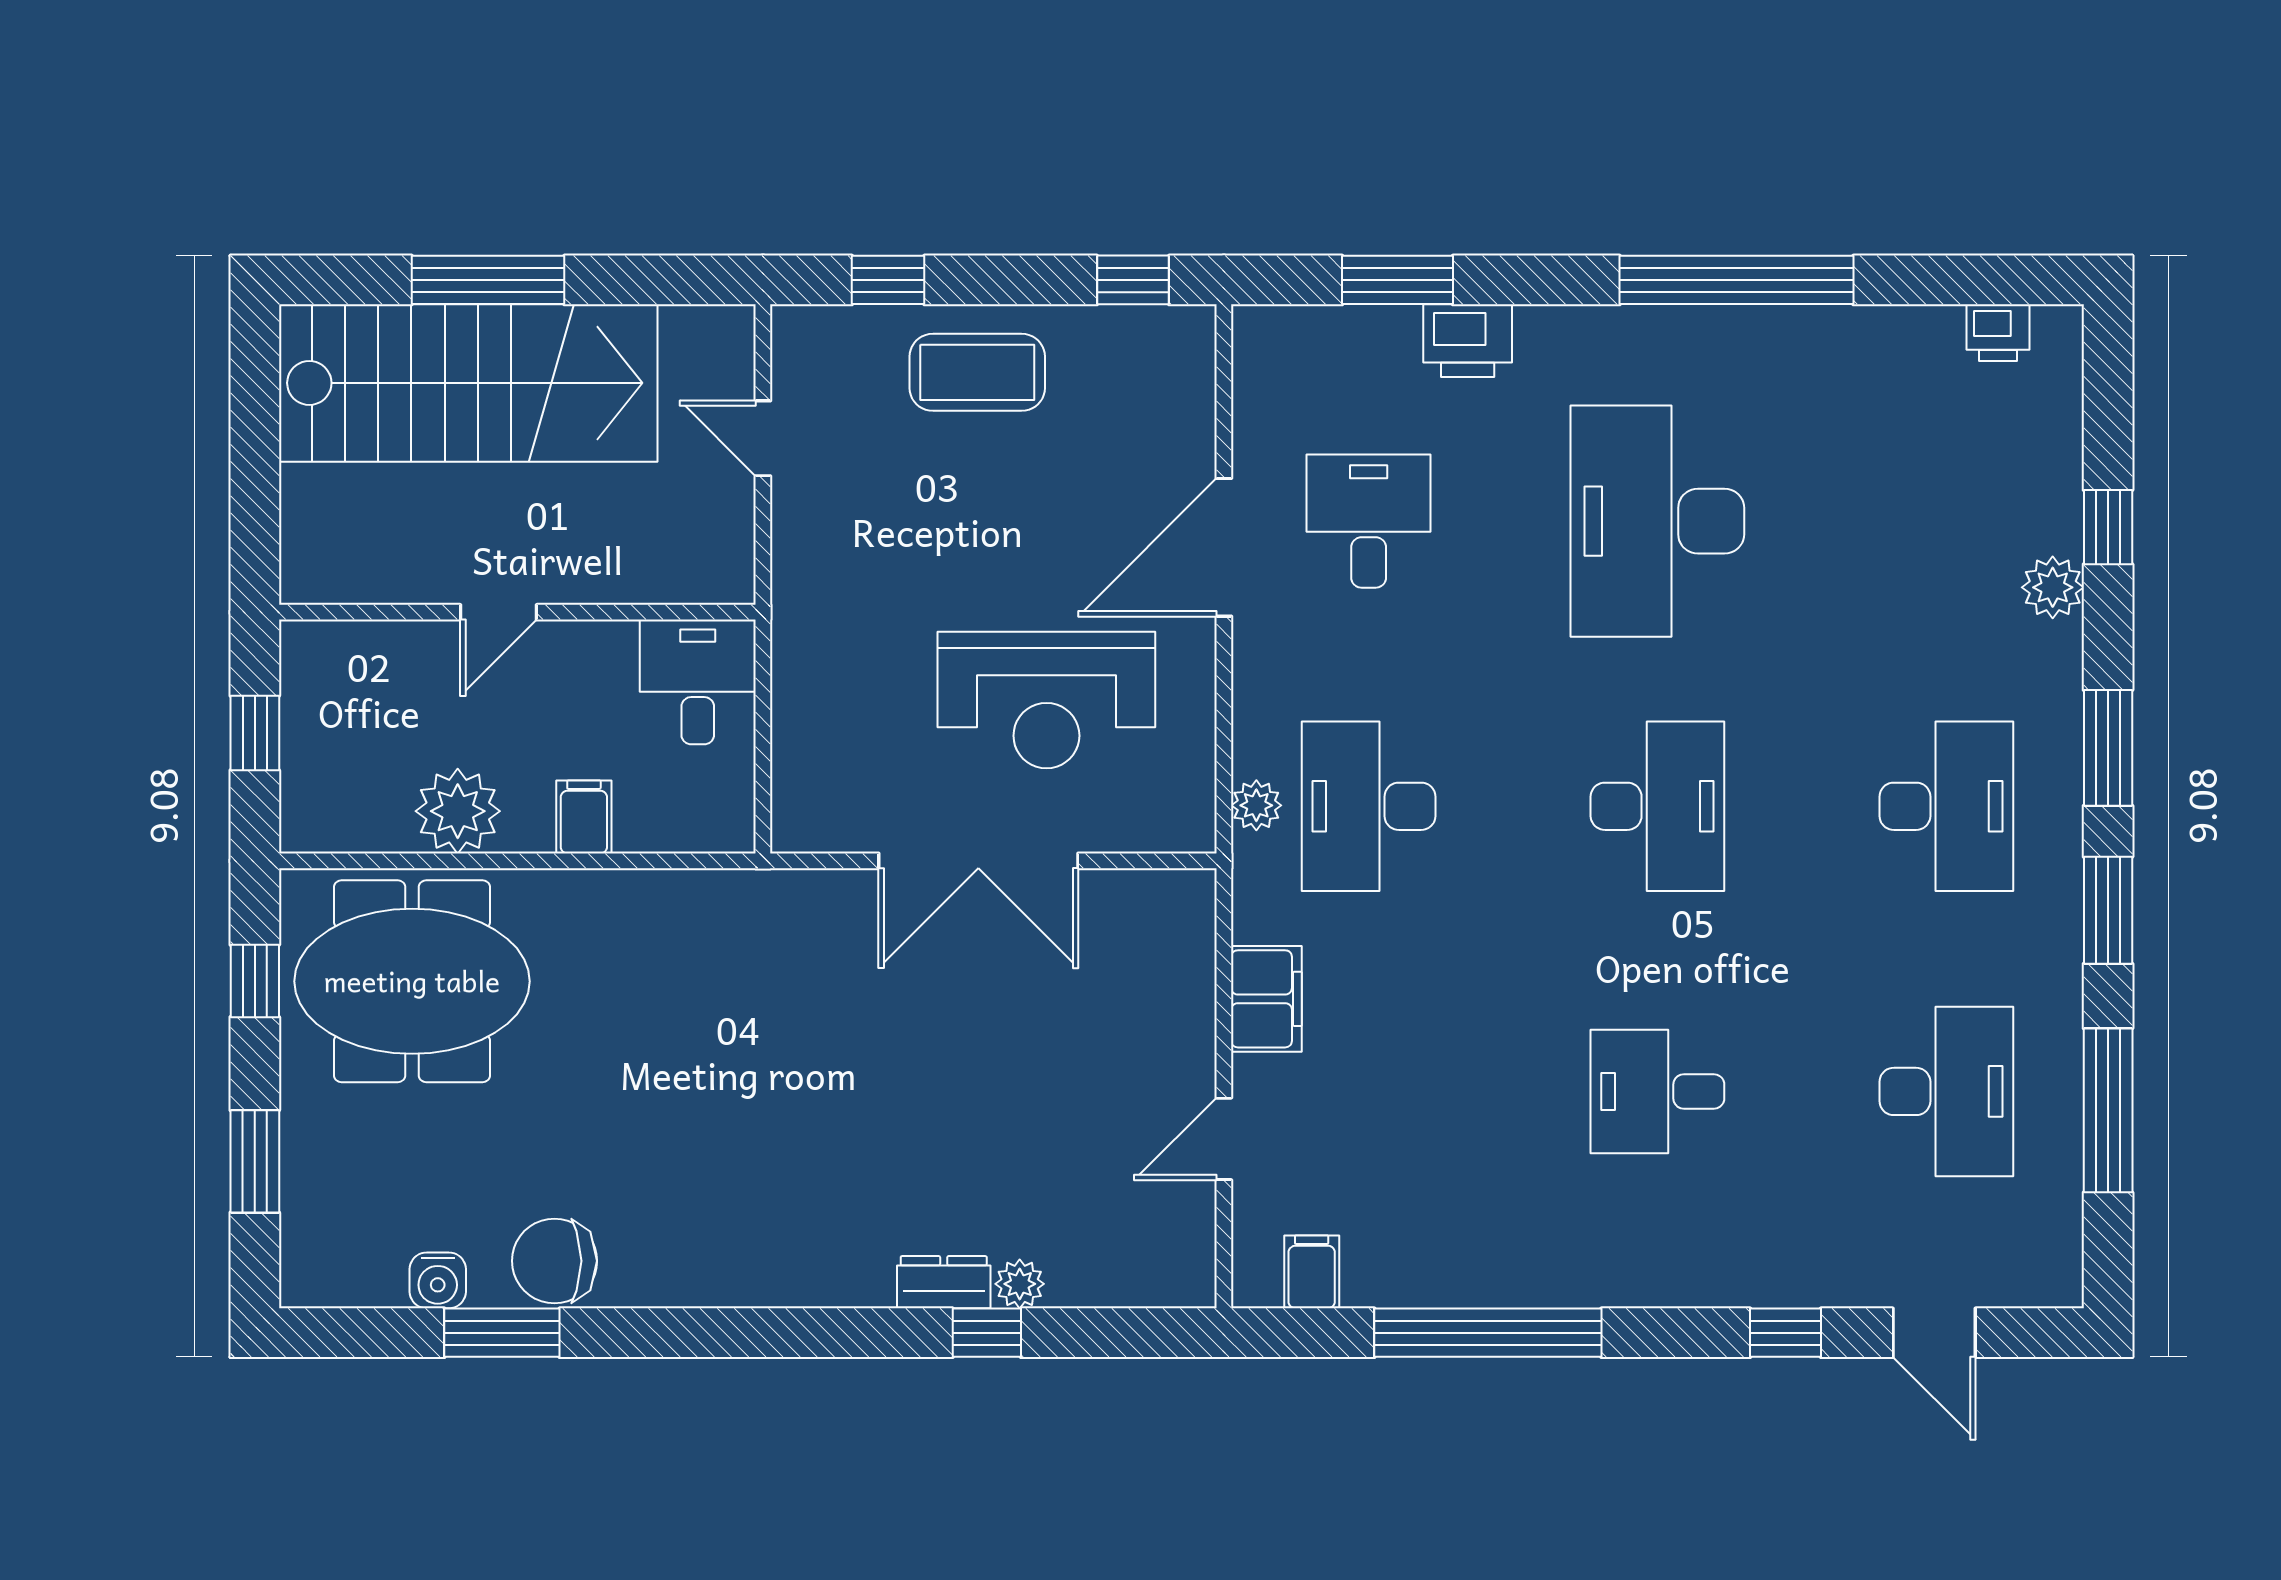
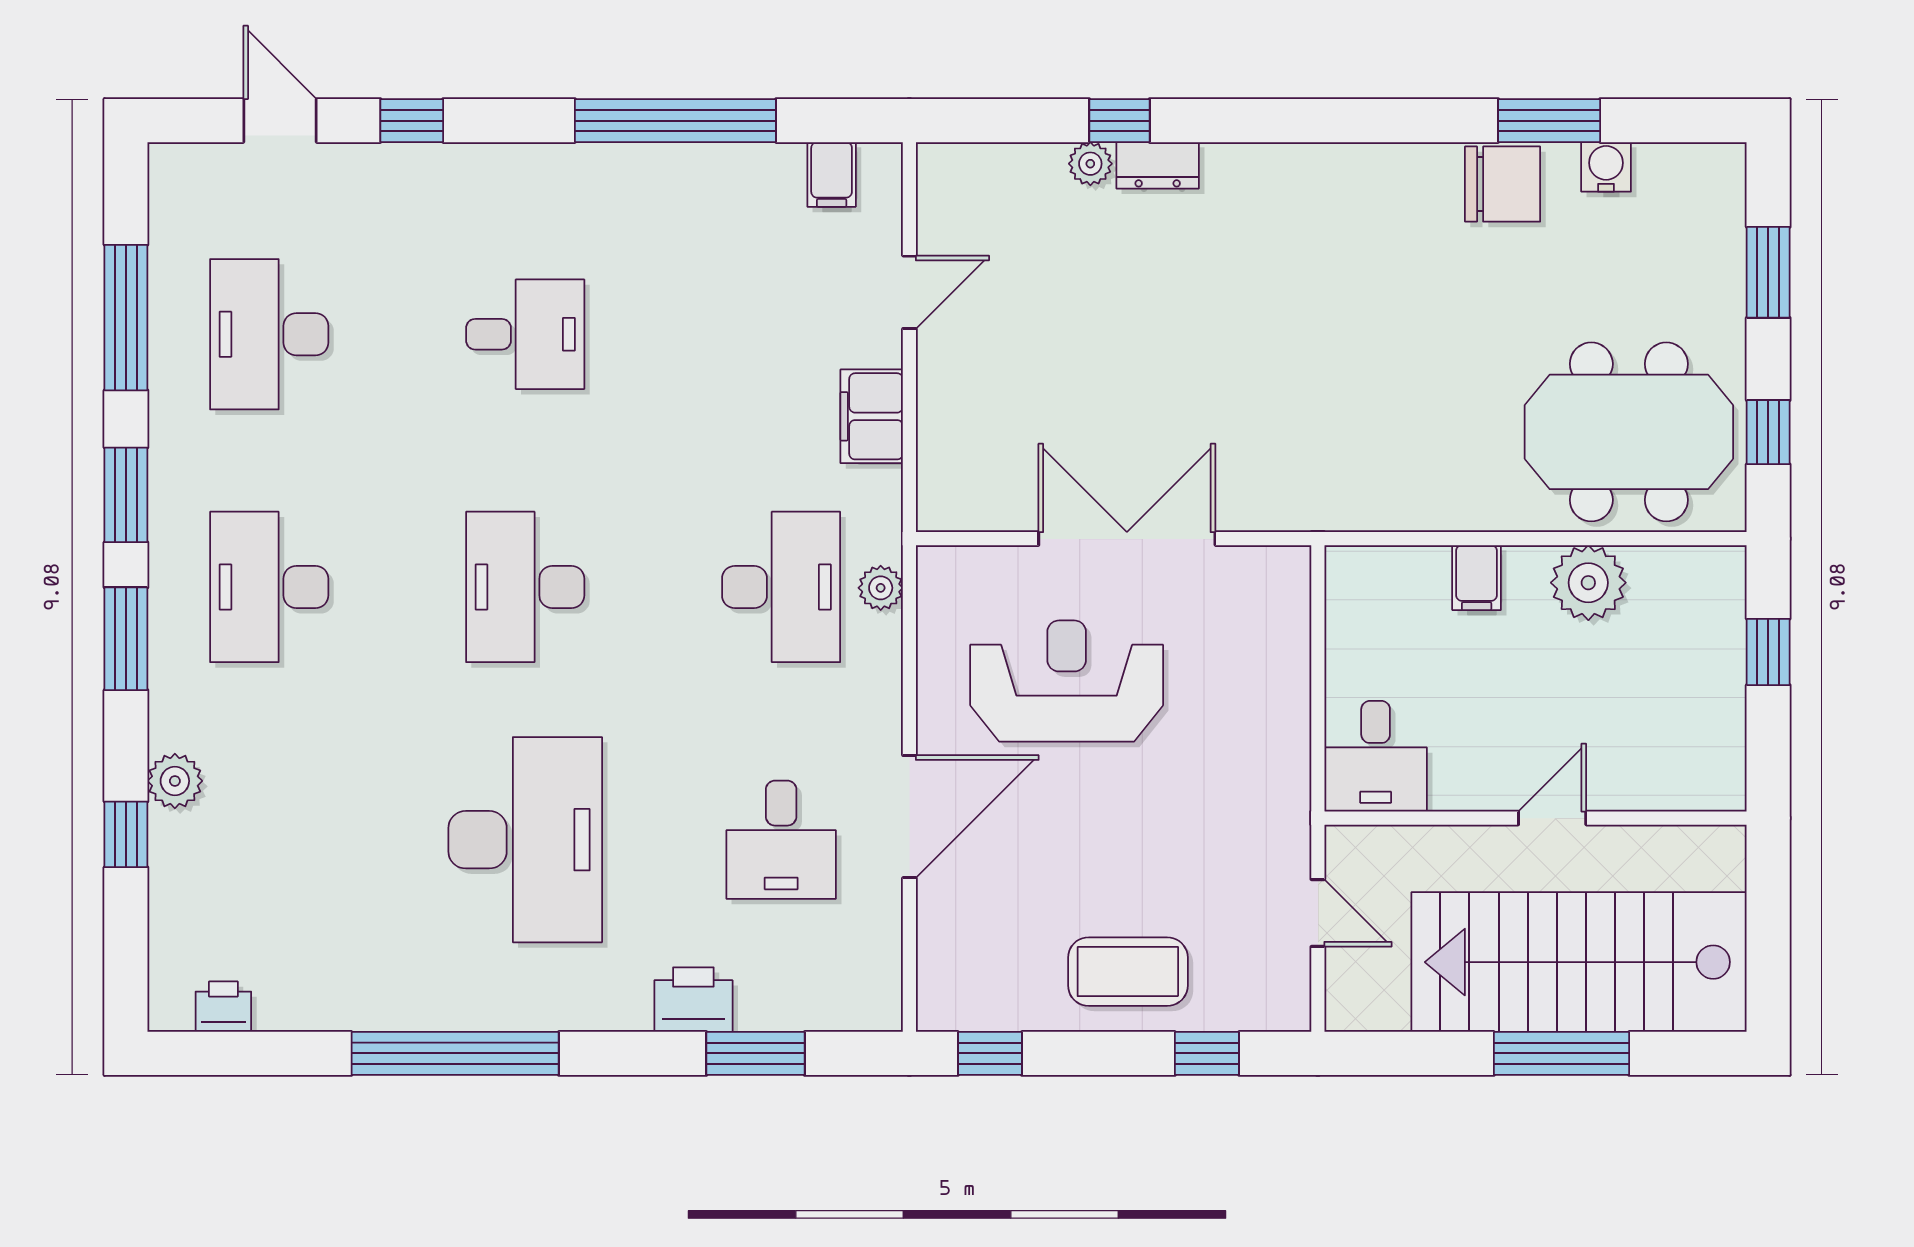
door: (499, 612) -> (1552, 818), moved
wall: (517, 612) -> (1535, 818), moved
desk: (698, 682) -> (1376, 756), moved

